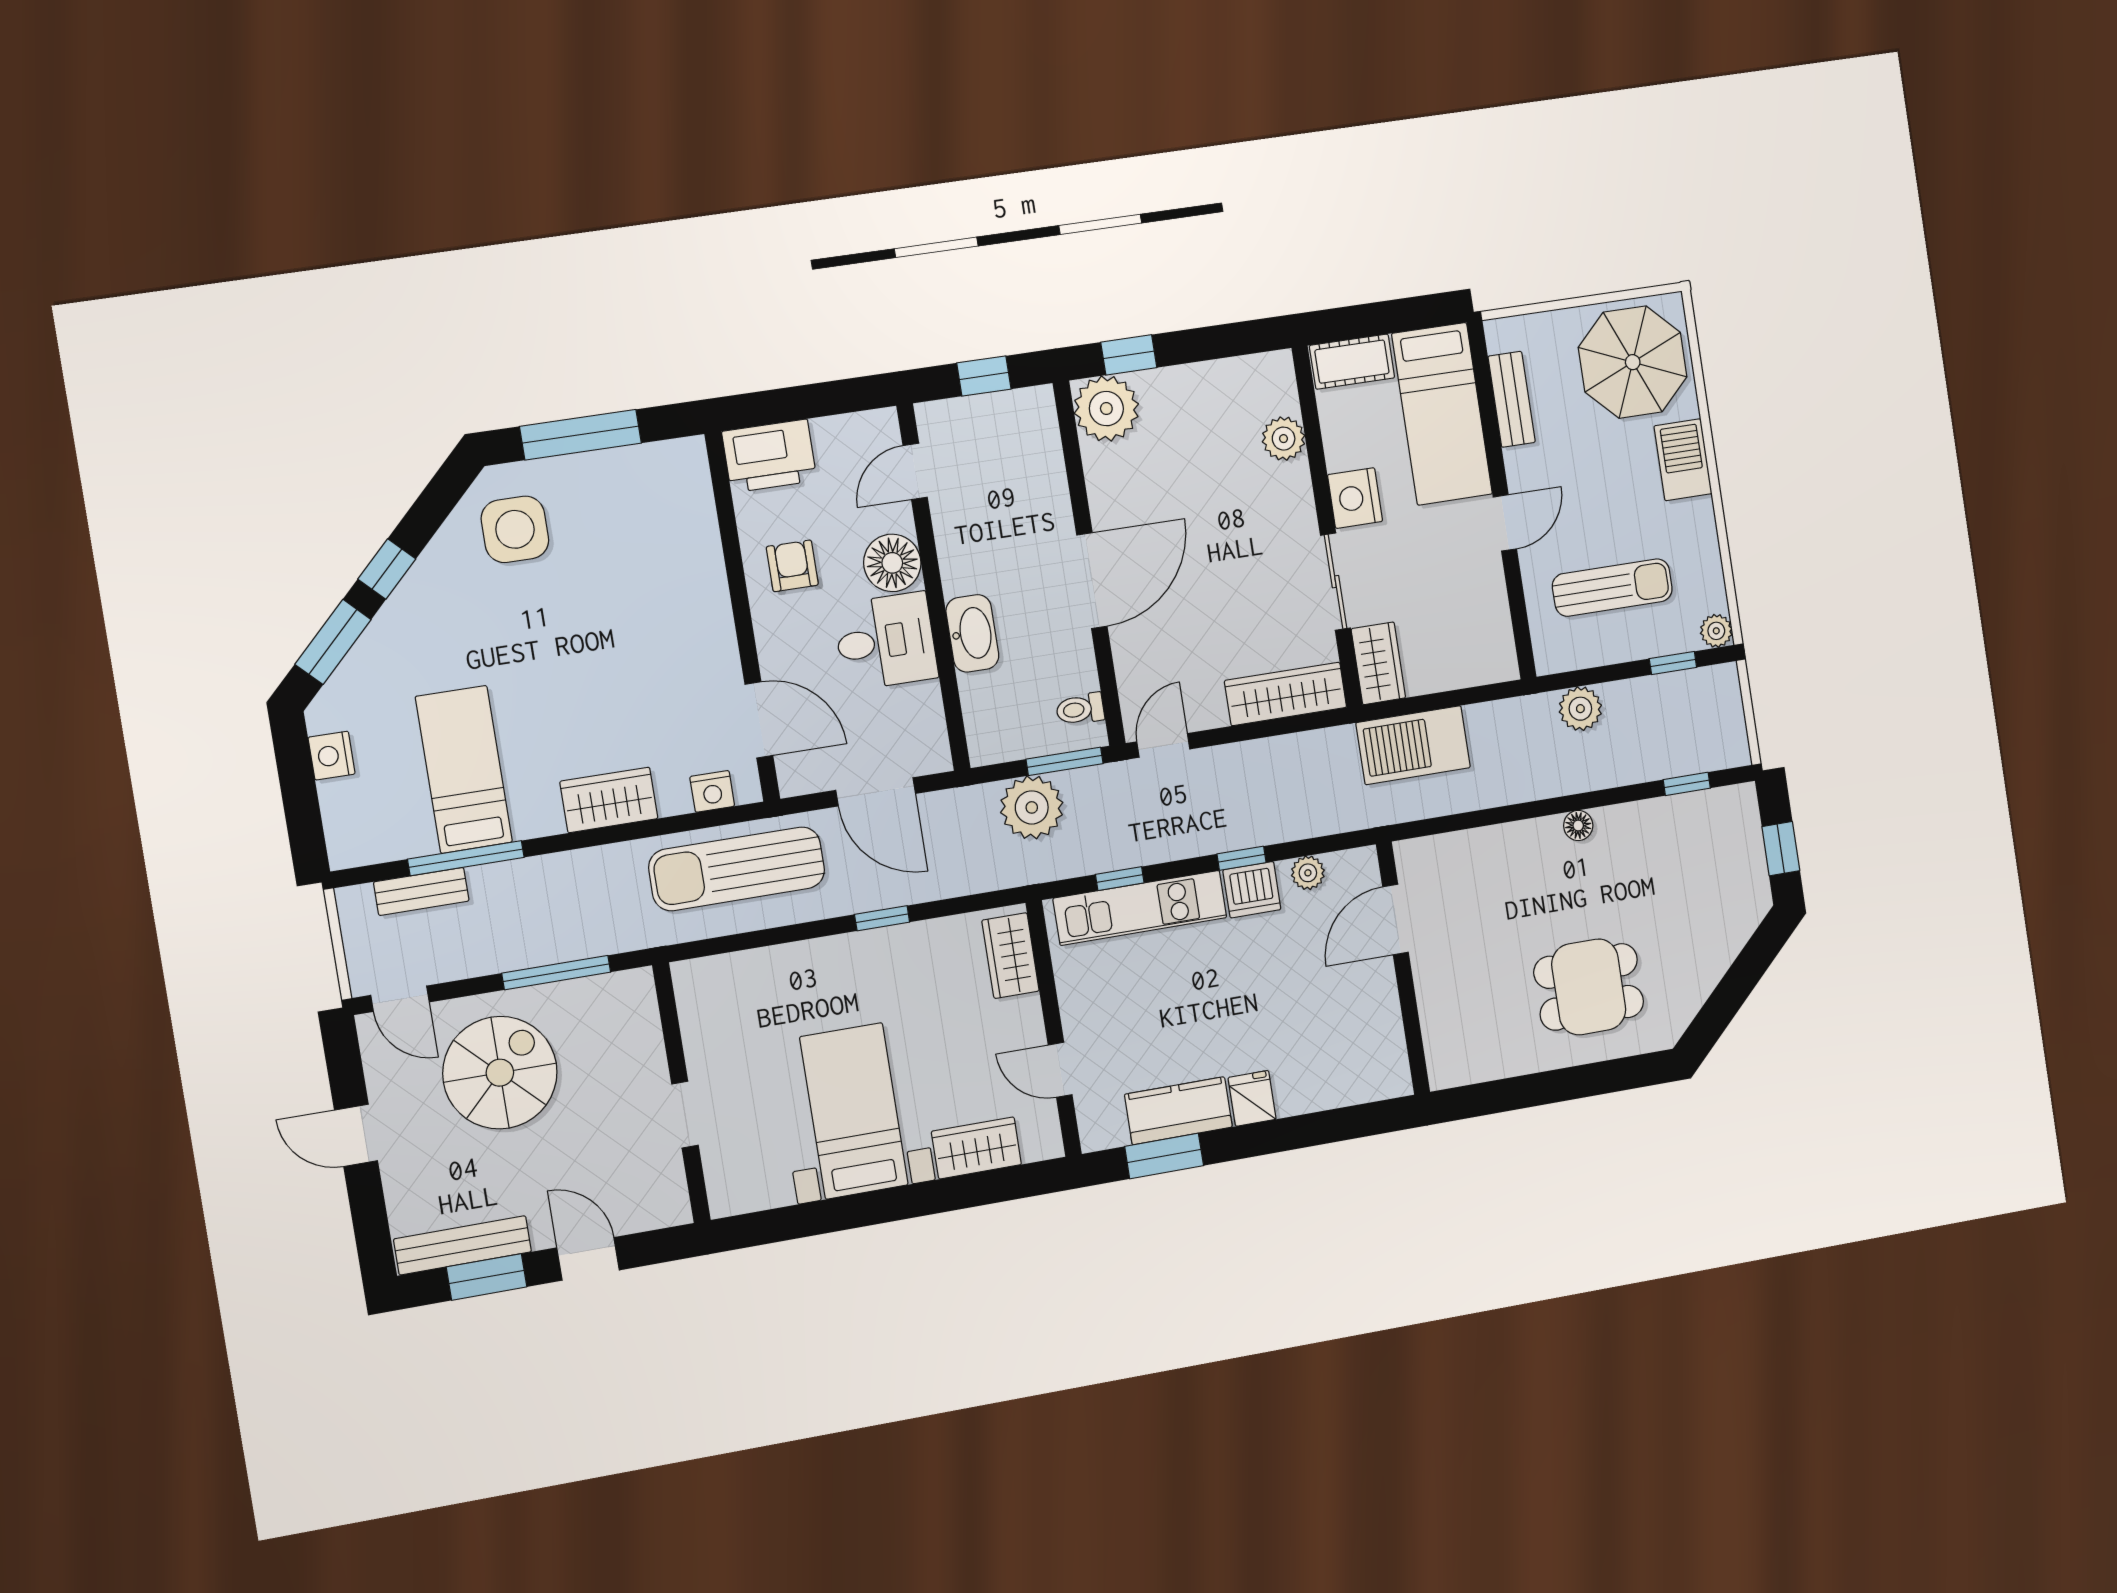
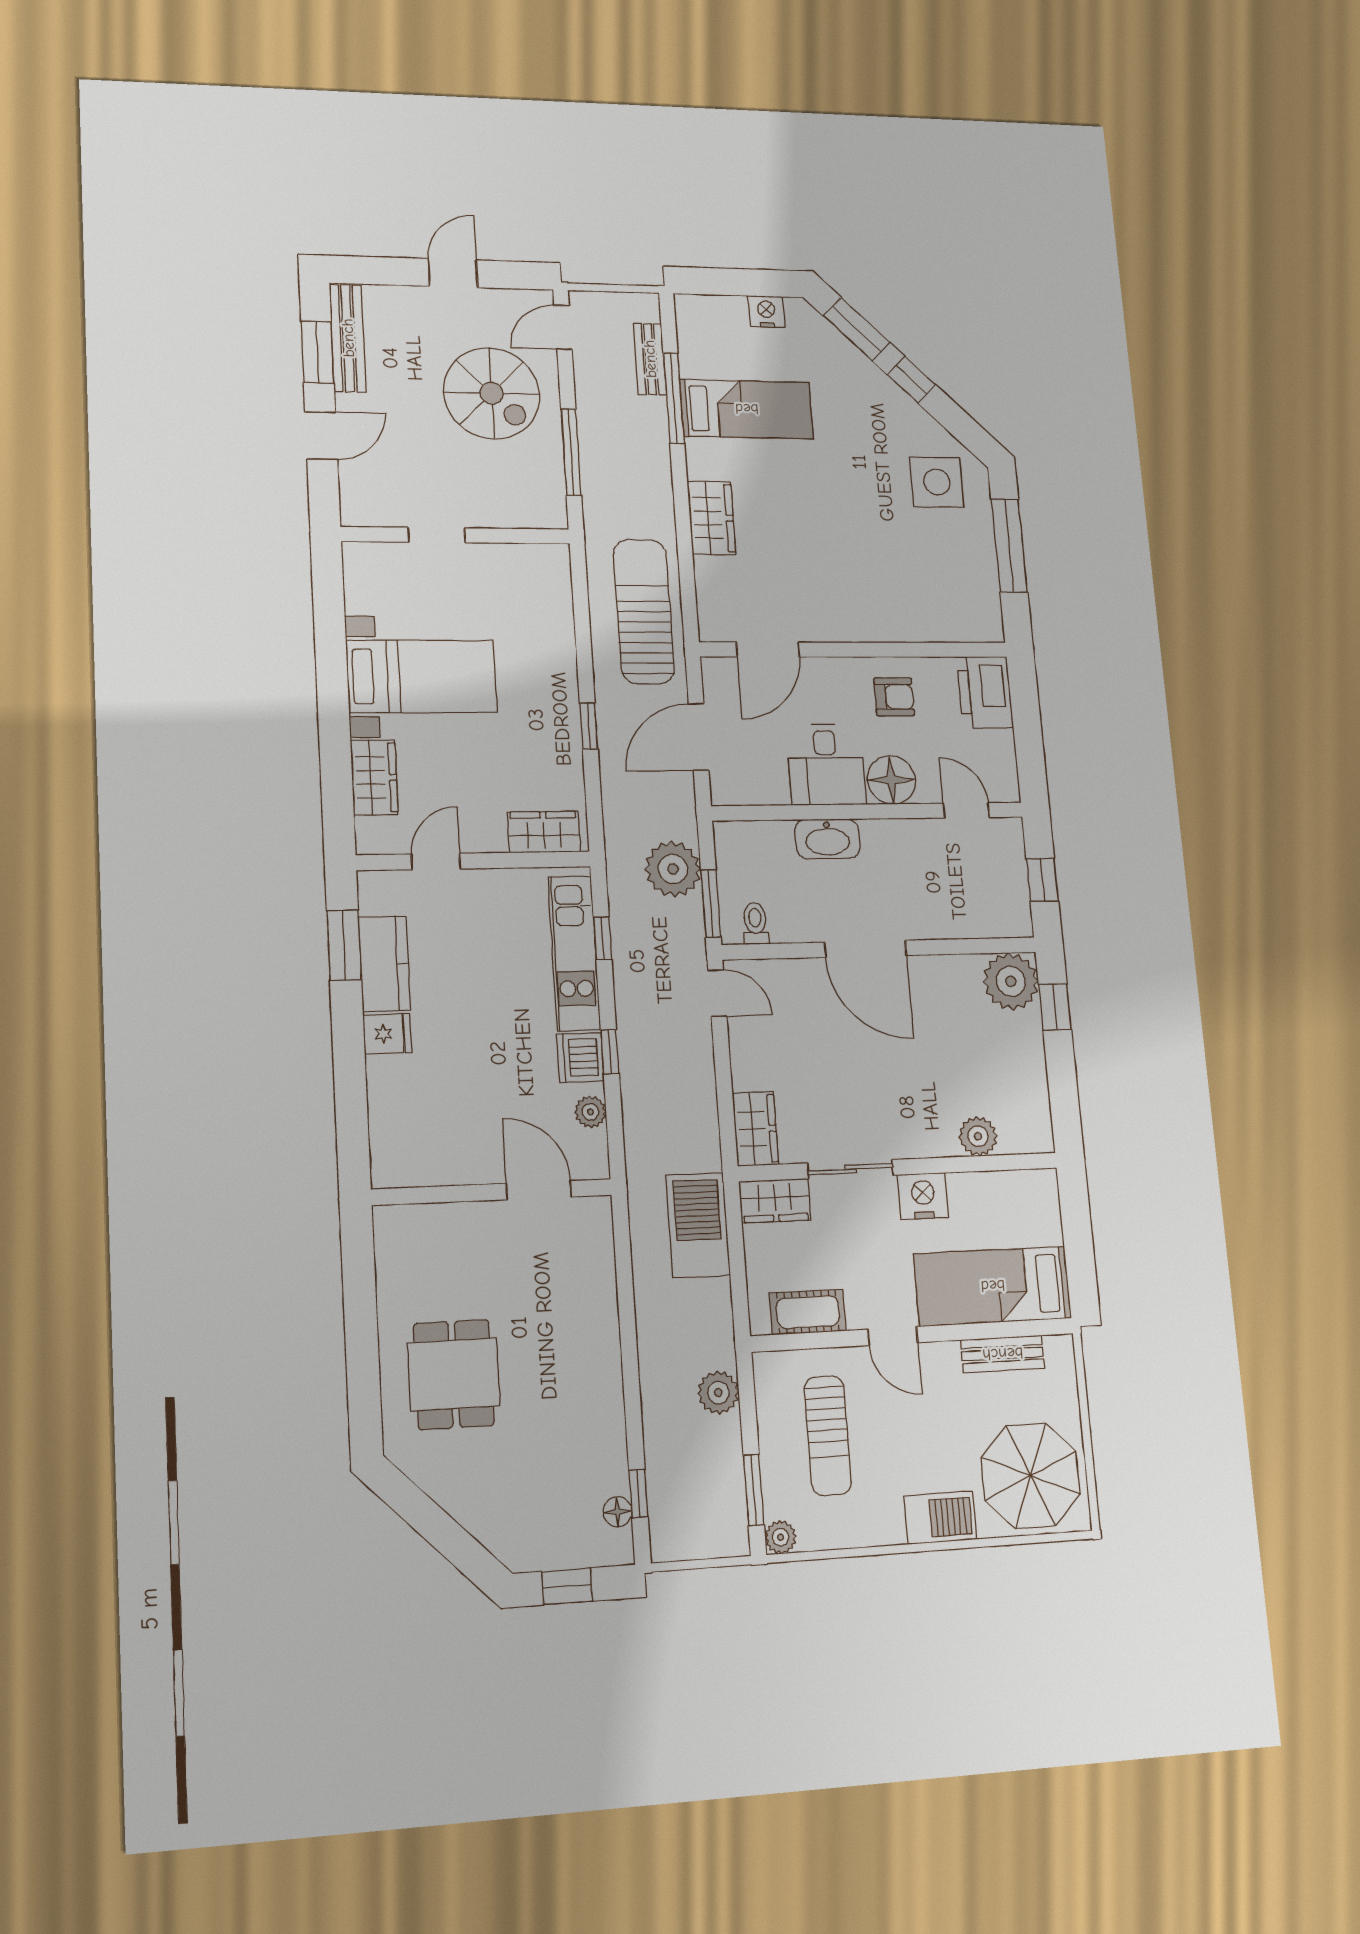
cot: (1352, 362) -> (808, 1312), moved, turned 90
window: (1673, 663) -> (754, 1490), width x1.50
wardrobe: (1286, 694) -> (755, 1129), width x0.67
nightstand: (712, 791) -> (711, 602), removed
floor lamp: (1578, 826) -> (617, 1512), moved

